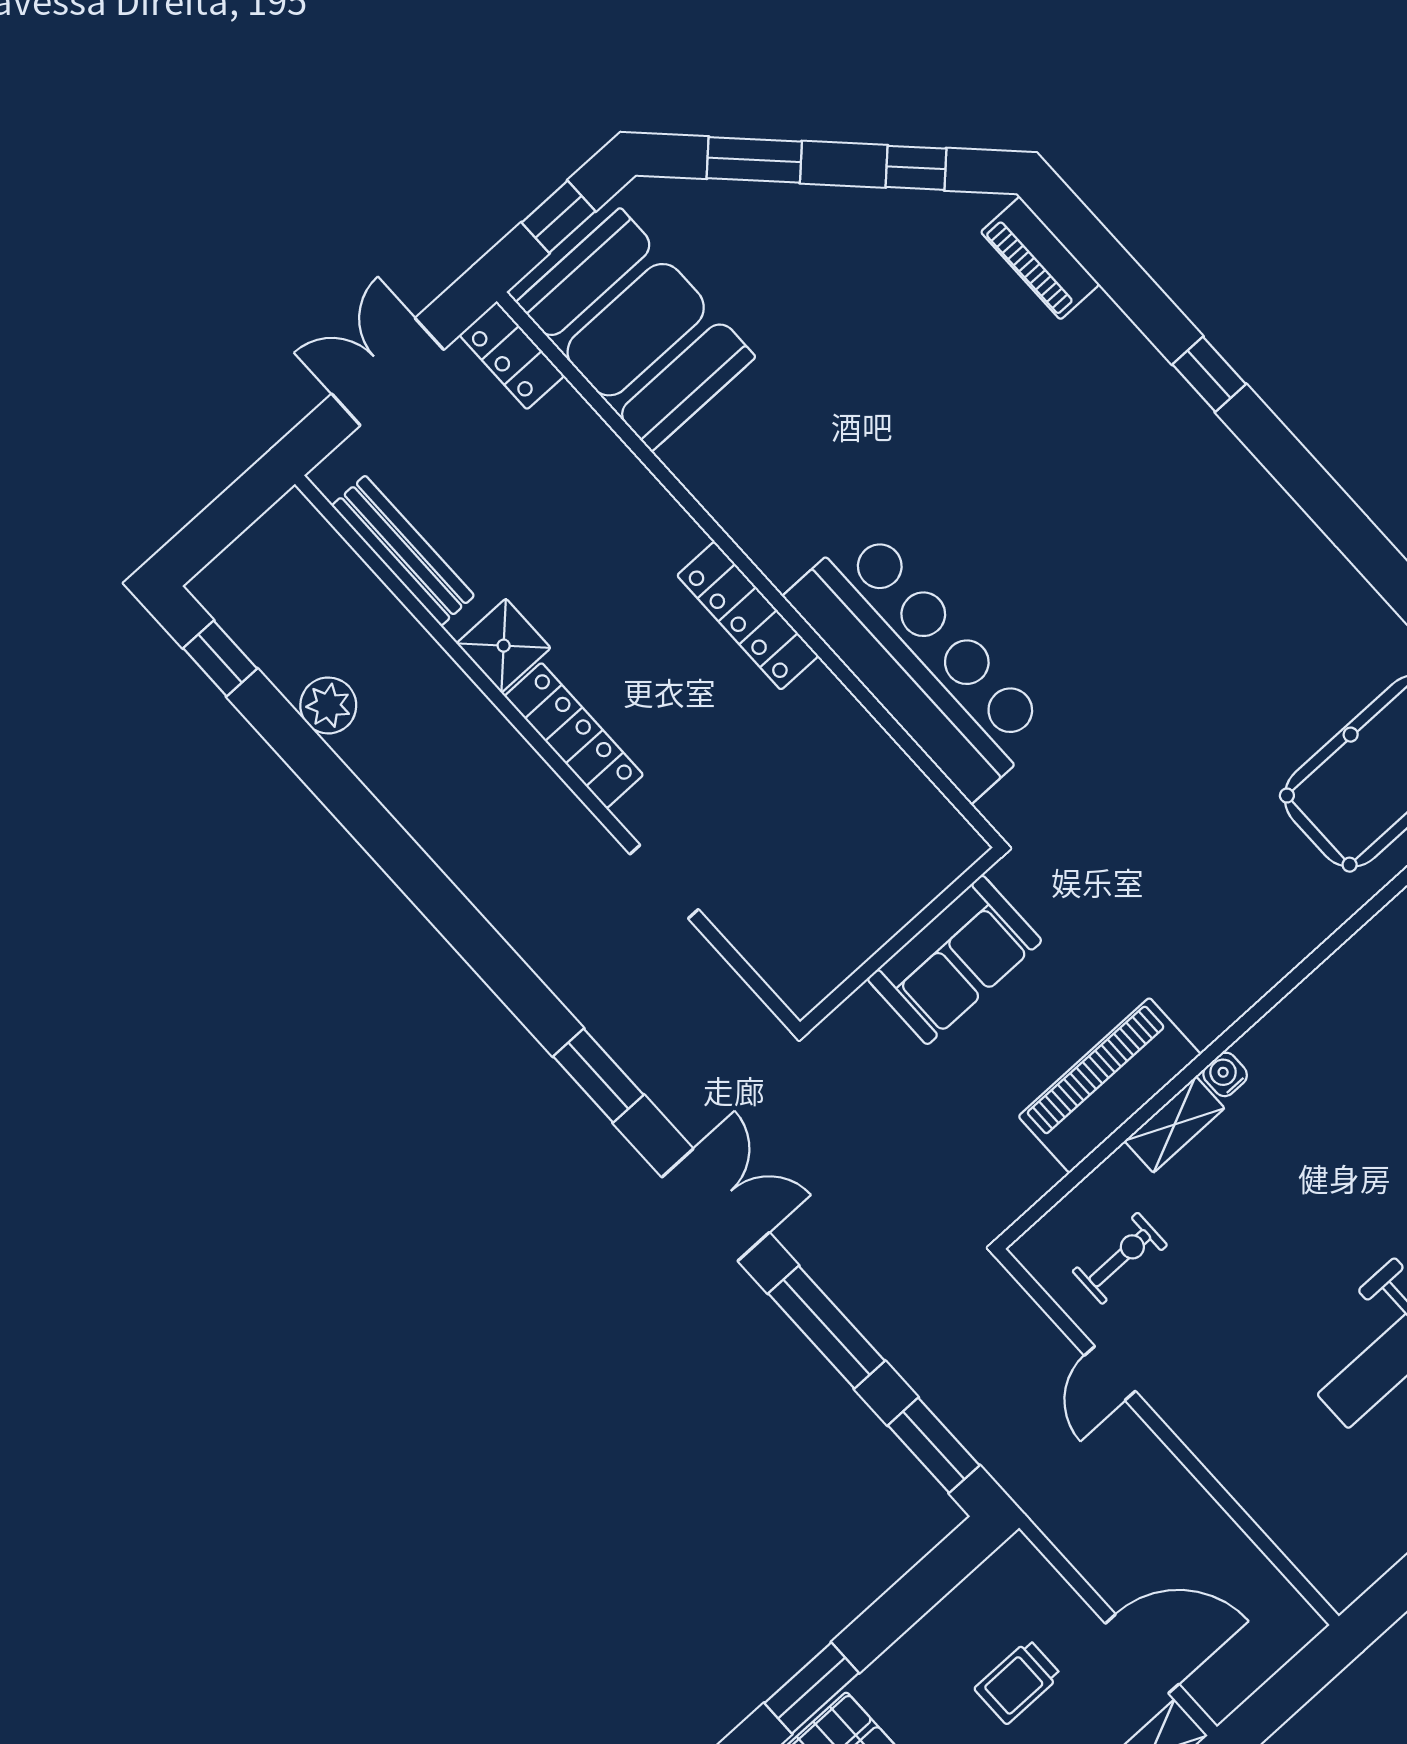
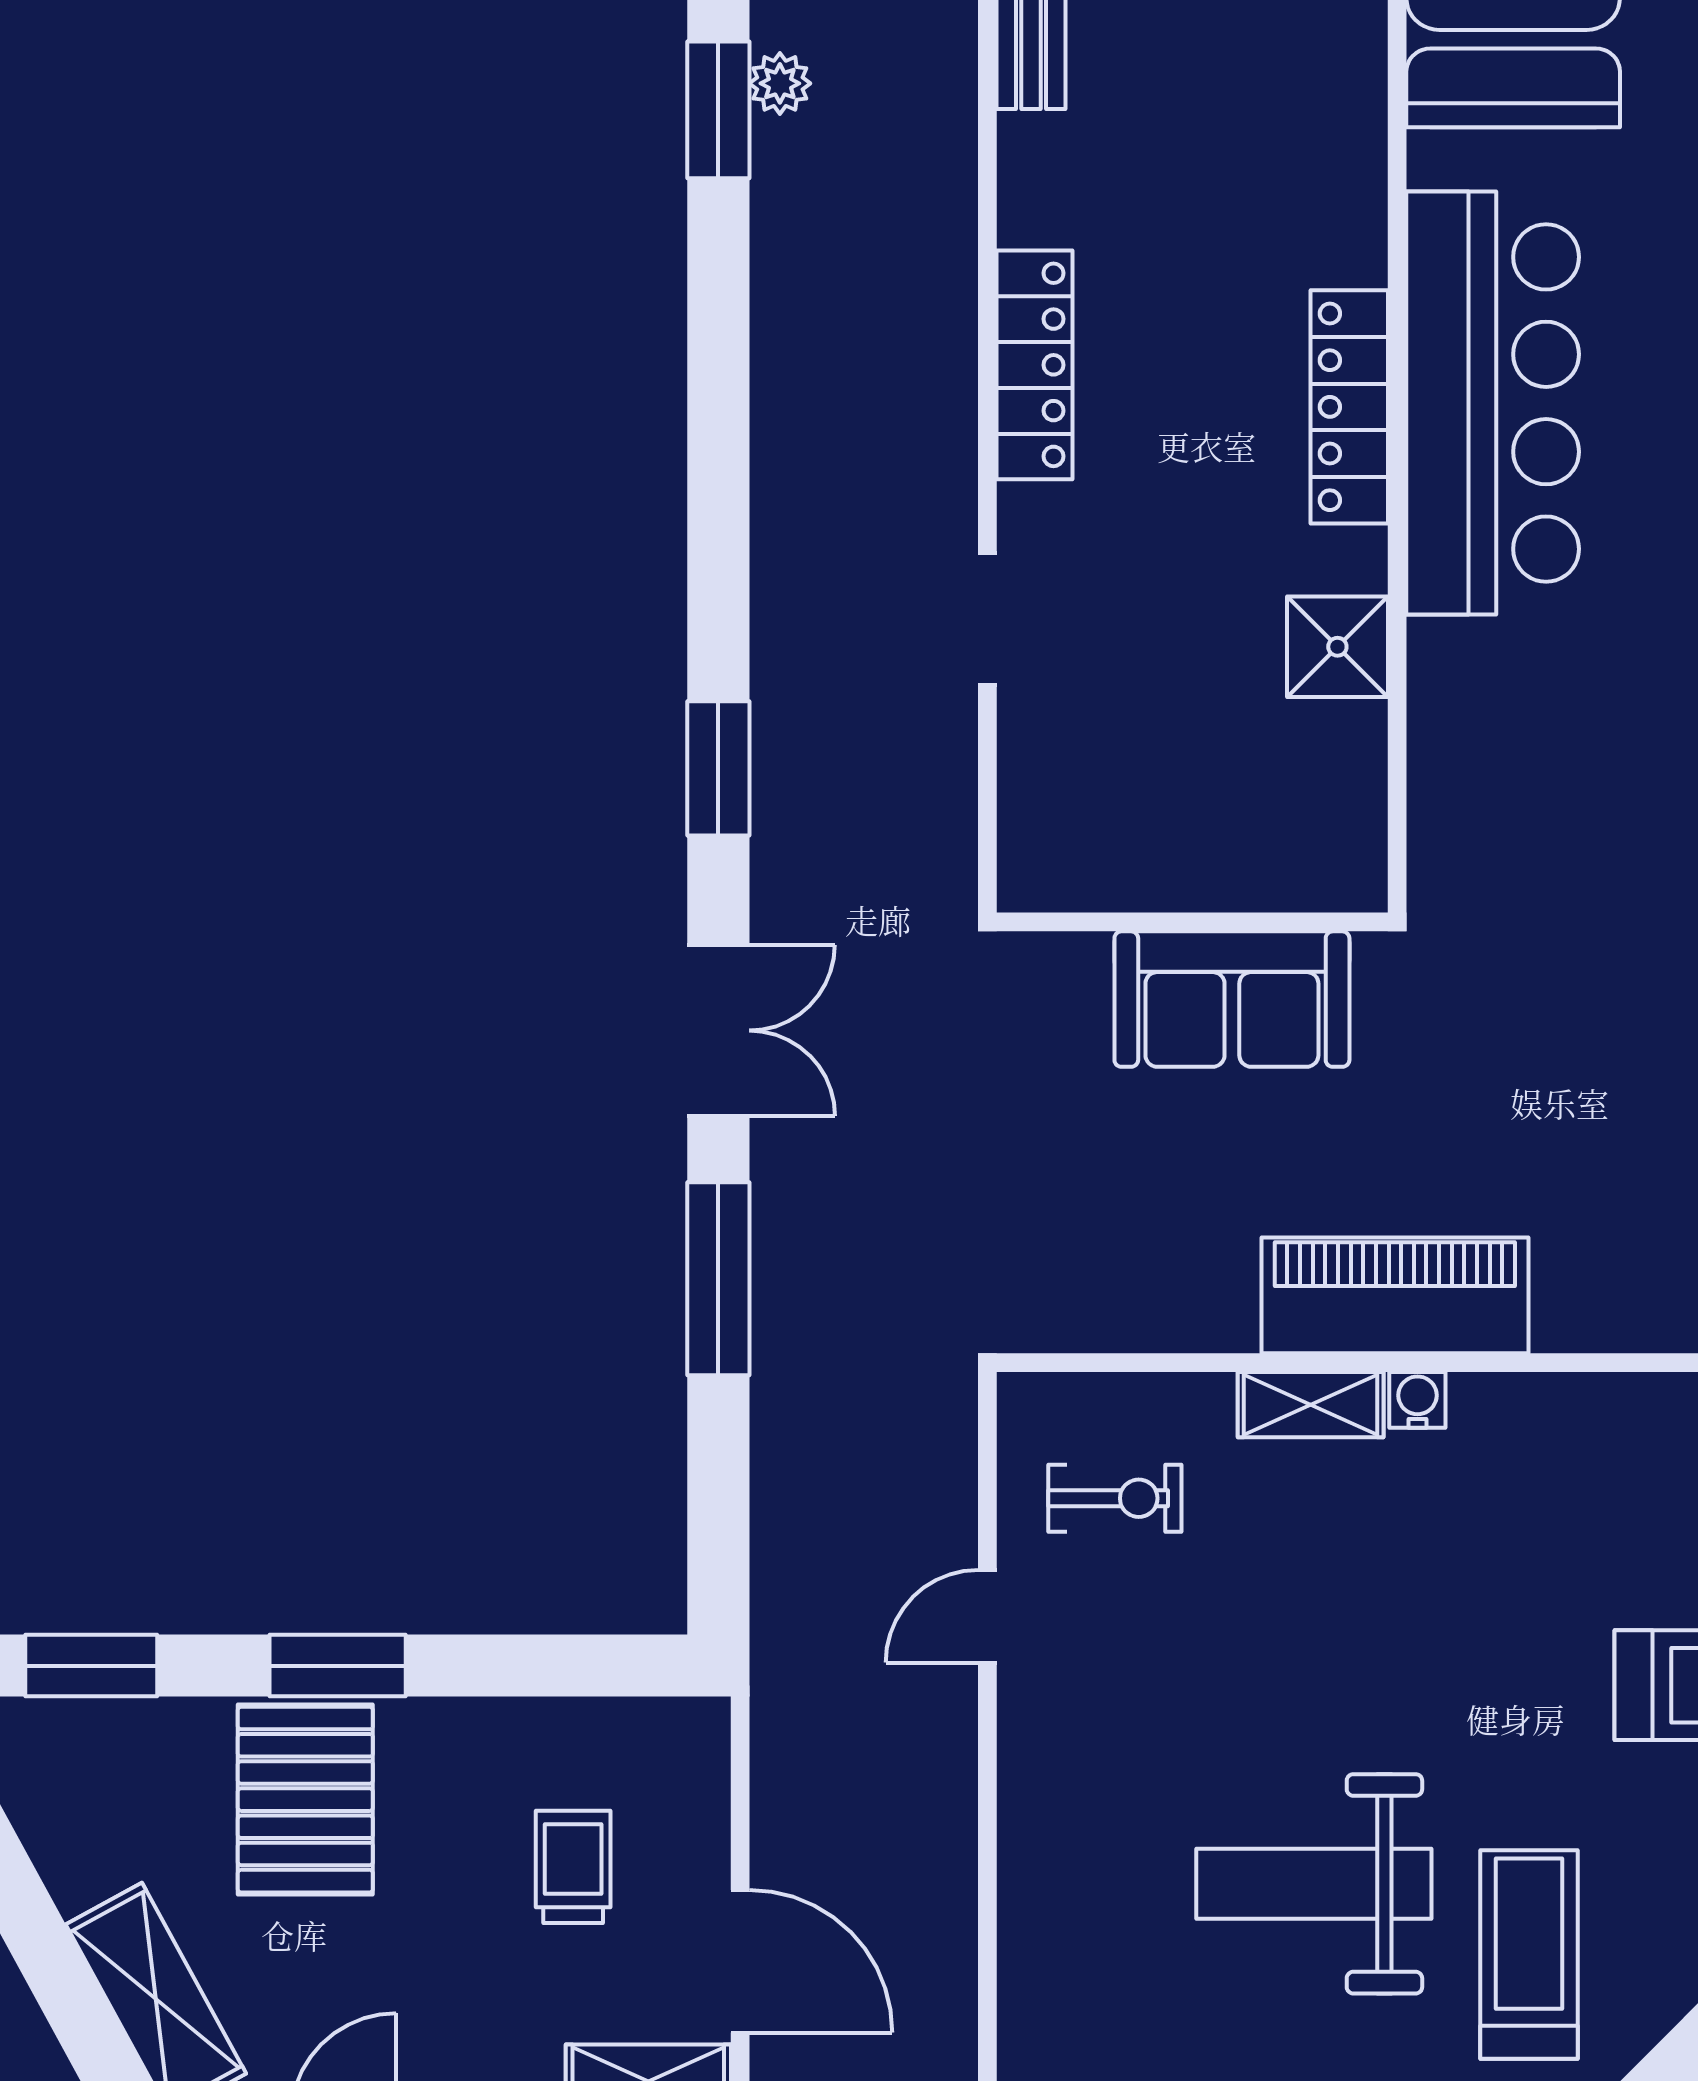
shower: (504, 646) -> (1337, 647), moved
bar counter: (919, 662) -> (1493, 403), moved
plant: (328, 705) -> (780, 83), width x0.73, depth x0.73
piano: (1110, 1085) -> (1395, 1295), moved
window: (934, 1445) -> (718, 110), moved
trolley: (1018, 1682) -> (573, 1867), turned 90

